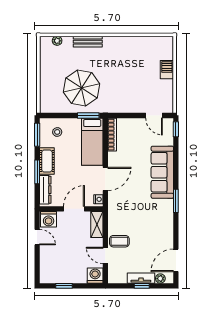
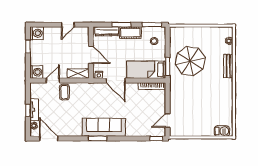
barbecue: (167, 70) -> (222, 131), moved
sofa: (162, 172) -> (104, 127), moved
washing machine: (49, 219) -> (36, 33), moved, turned 180

